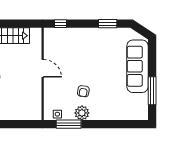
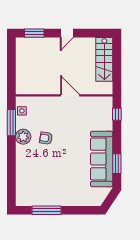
sofa: (138, 66) -> (102, 159), moved, turned -90
door: (43, 68) -> (70, 95), swing flipped

